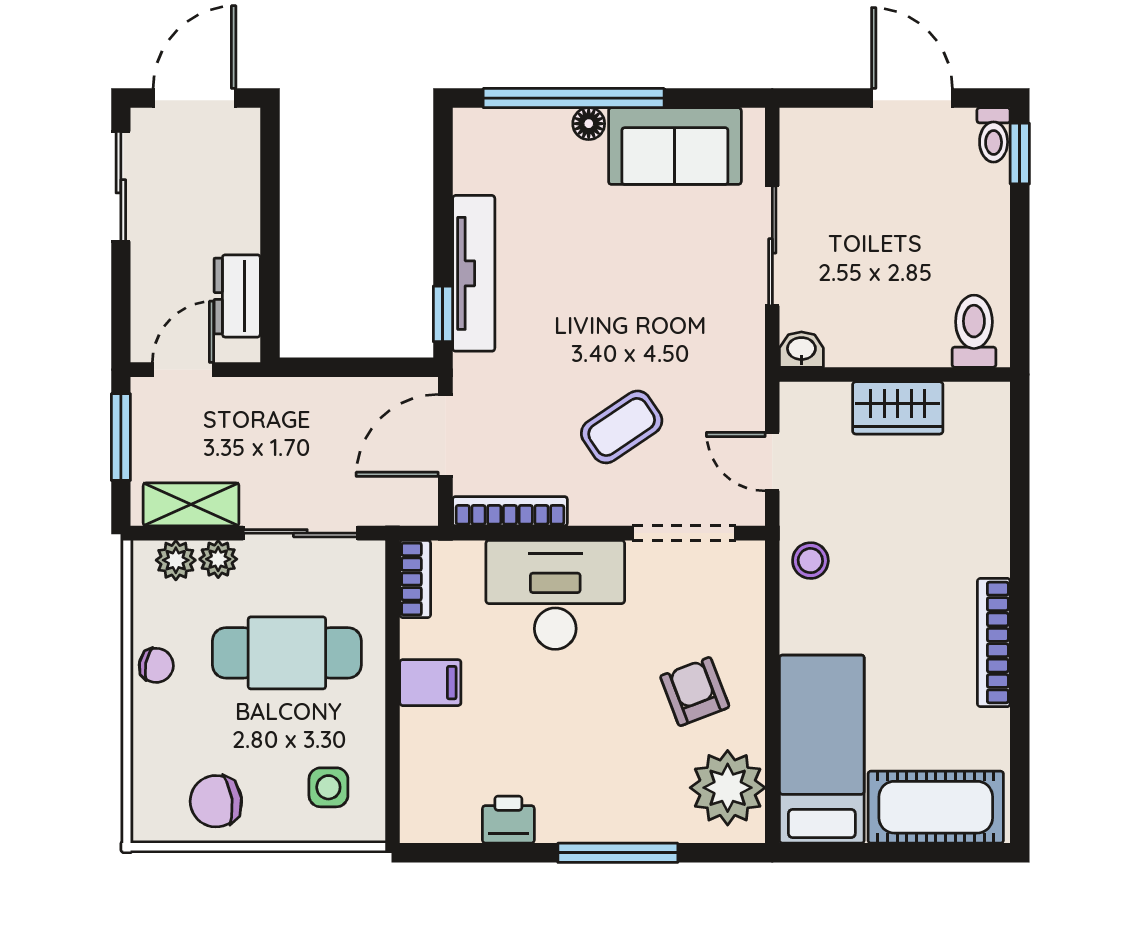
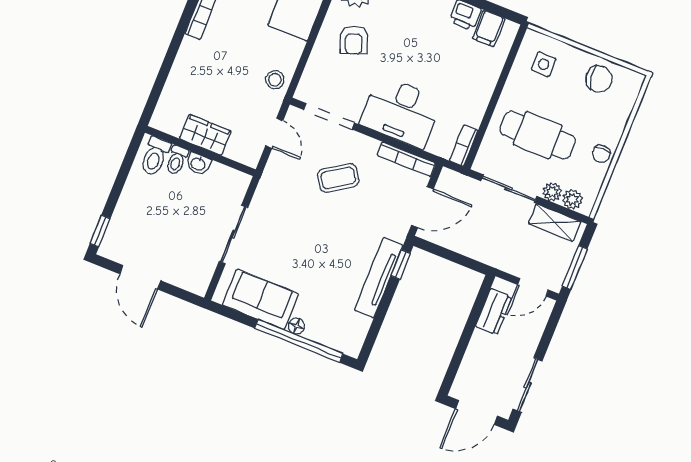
toilet: (994, 135) -> (177, 160), moved, turned 180
washbasin: (801, 350) -> (198, 164), moved
chair: (156, 665) -> (601, 154), turned -101
filing cabinet: (430, 683) -> (489, 28), moved, turned -90

